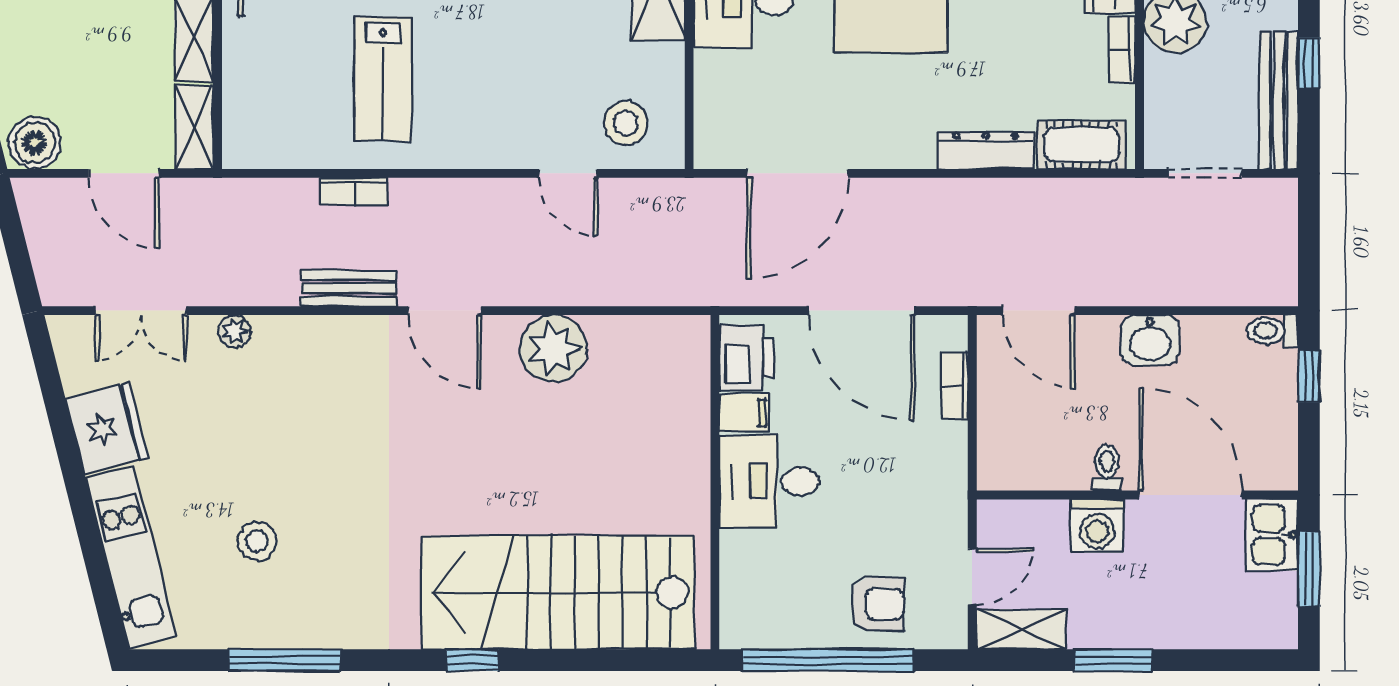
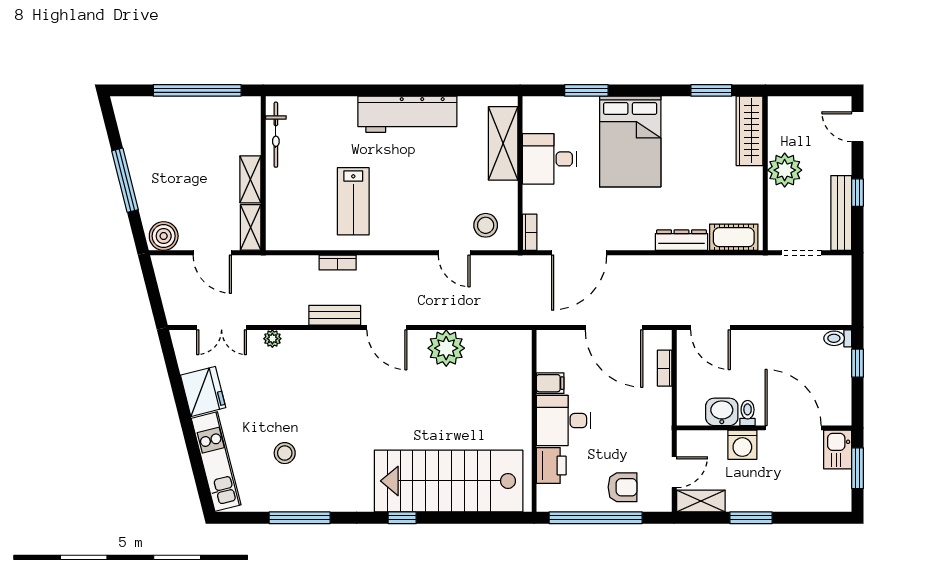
bookcase: (1122, 50) -> (530, 232), moved, turned 180
washbasin: (1150, 340) -> (722, 412), moved, turned 180
printer: (746, 358) -> (551, 465), moved

